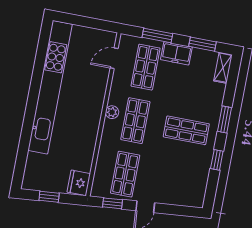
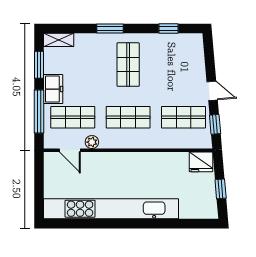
window: (157, 35) -> (39, 111), width x1.44
plant: (112, 112) -> (92, 142), moved
window: (217, 160) -> (168, 28), moved

